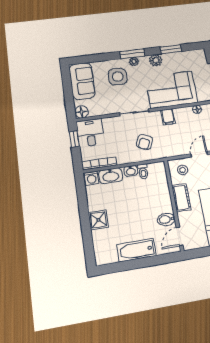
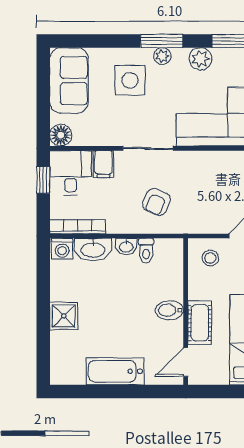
filing cabinet: (168, 117) -> (103, 164), moved
cot: (181, 198) -> (200, 323), moved
bidet: (166, 219) -> (169, 310), moved

